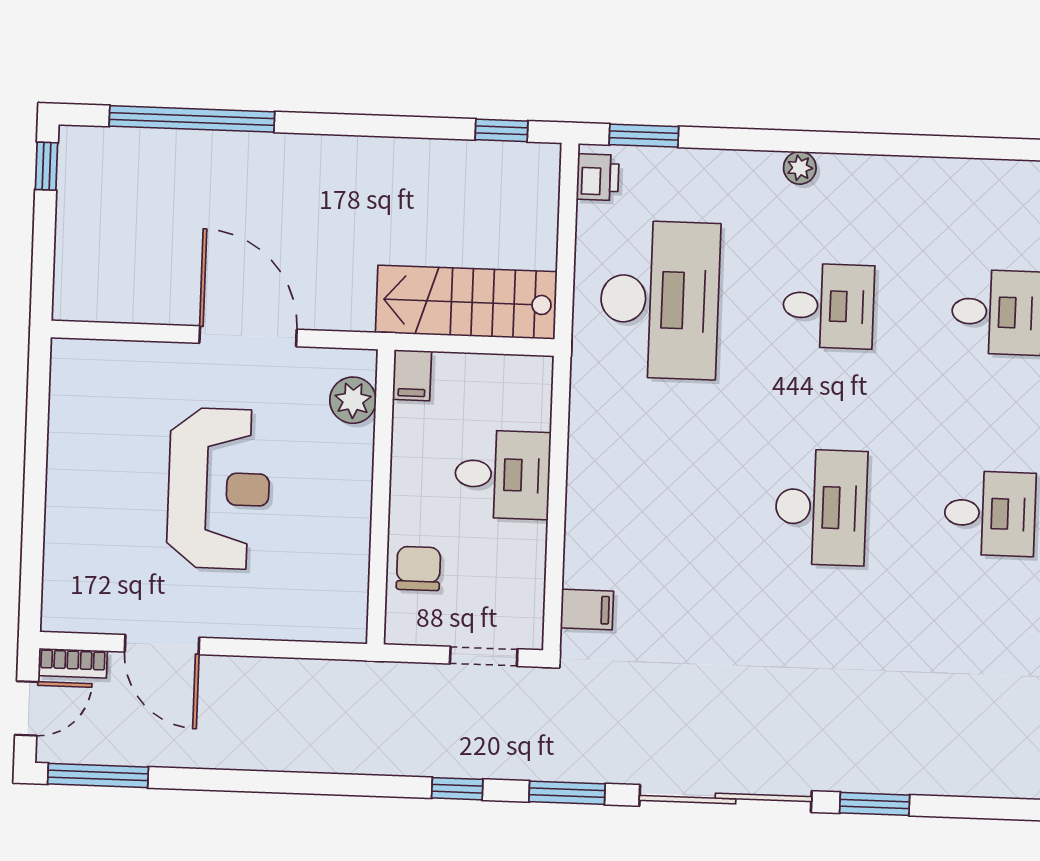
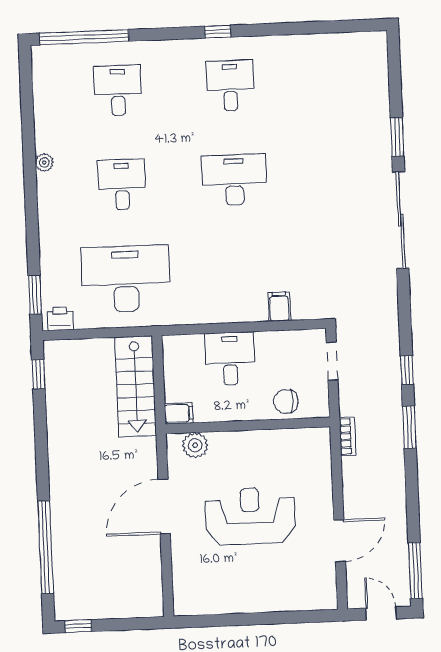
plant: (800, 168) -> (44, 162), moved
filing cabinet: (587, 610) -> (279, 307), moved
bookcase: (73, 663) -> (347, 436), moved
window: (567, 793) -> (409, 427), moved

